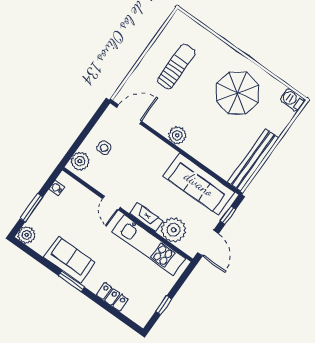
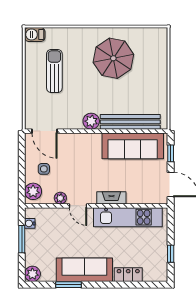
barbecue: (293, 100) -> (35, 34), moved
door: (129, 114) -> (45, 131), swing flipped
bench: (253, 160) -> (130, 122), moved, turned 90
window: (32, 208) -> (22, 239), moved
plant: (174, 230) -> (60, 198), moved, width x0.53, depth x0.53
sofa: (69, 260) -> (84, 270), width x1.36
window: (71, 281) -> (69, 285), moved

